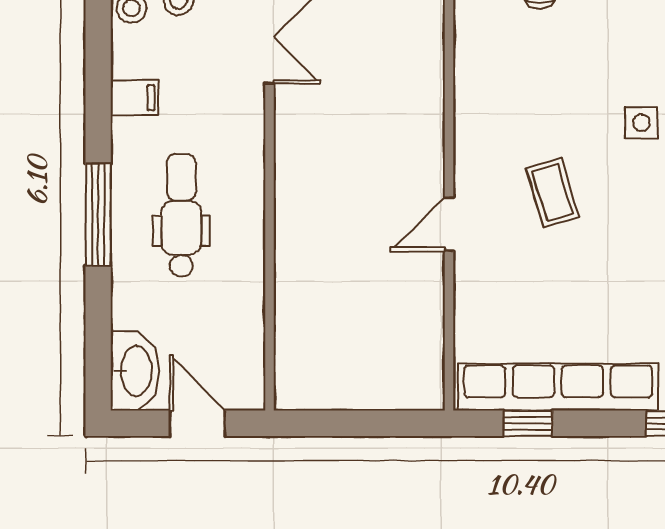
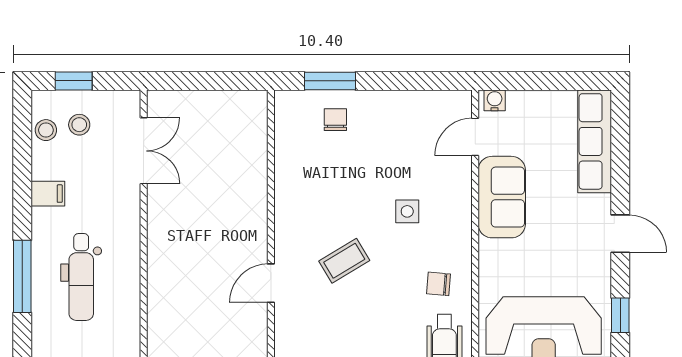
coffee table: (552, 192) -> (344, 261), turned 76
dental chair: (181, 215) -> (81, 277), turned 180

